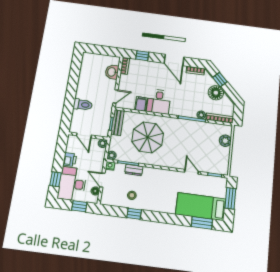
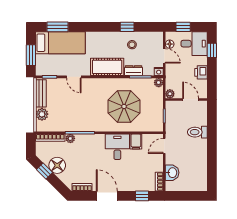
window: (220, 80) -> (45, 171), moved
bench: (117, 123) -> (41, 93), moved
cot: (159, 177) -> (107, 67), added
desk: (72, 184) -> (194, 44), width x0.73

